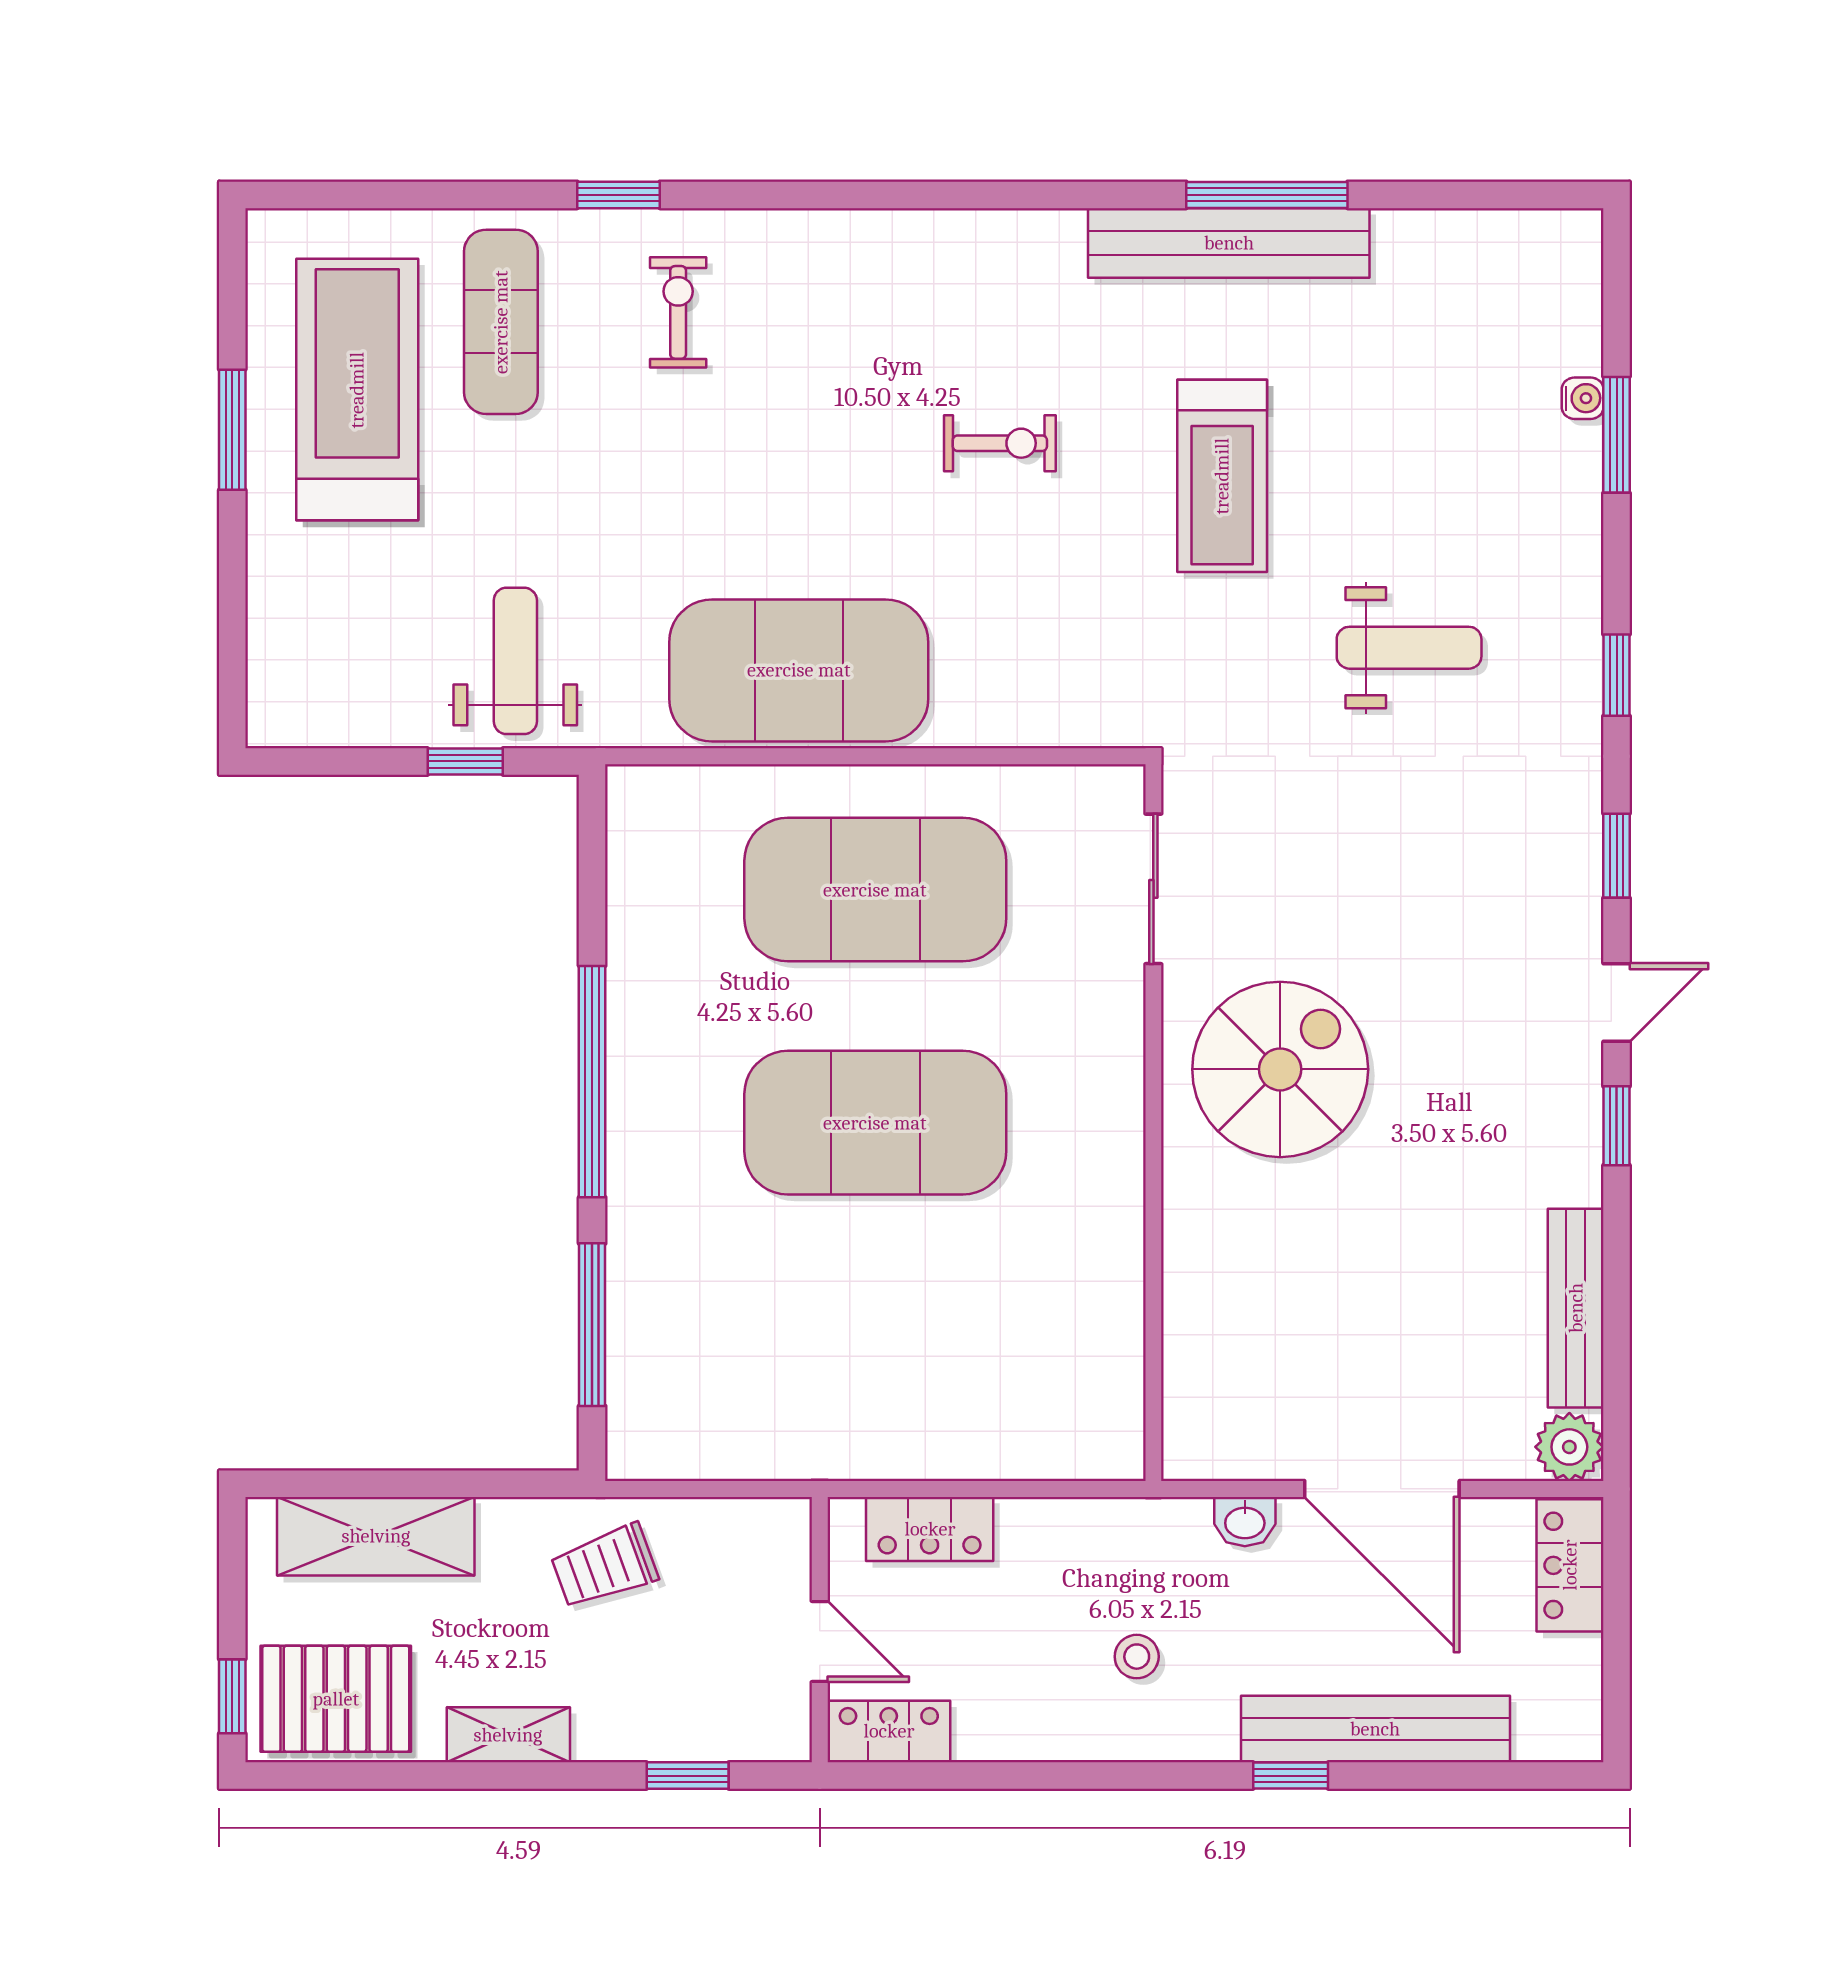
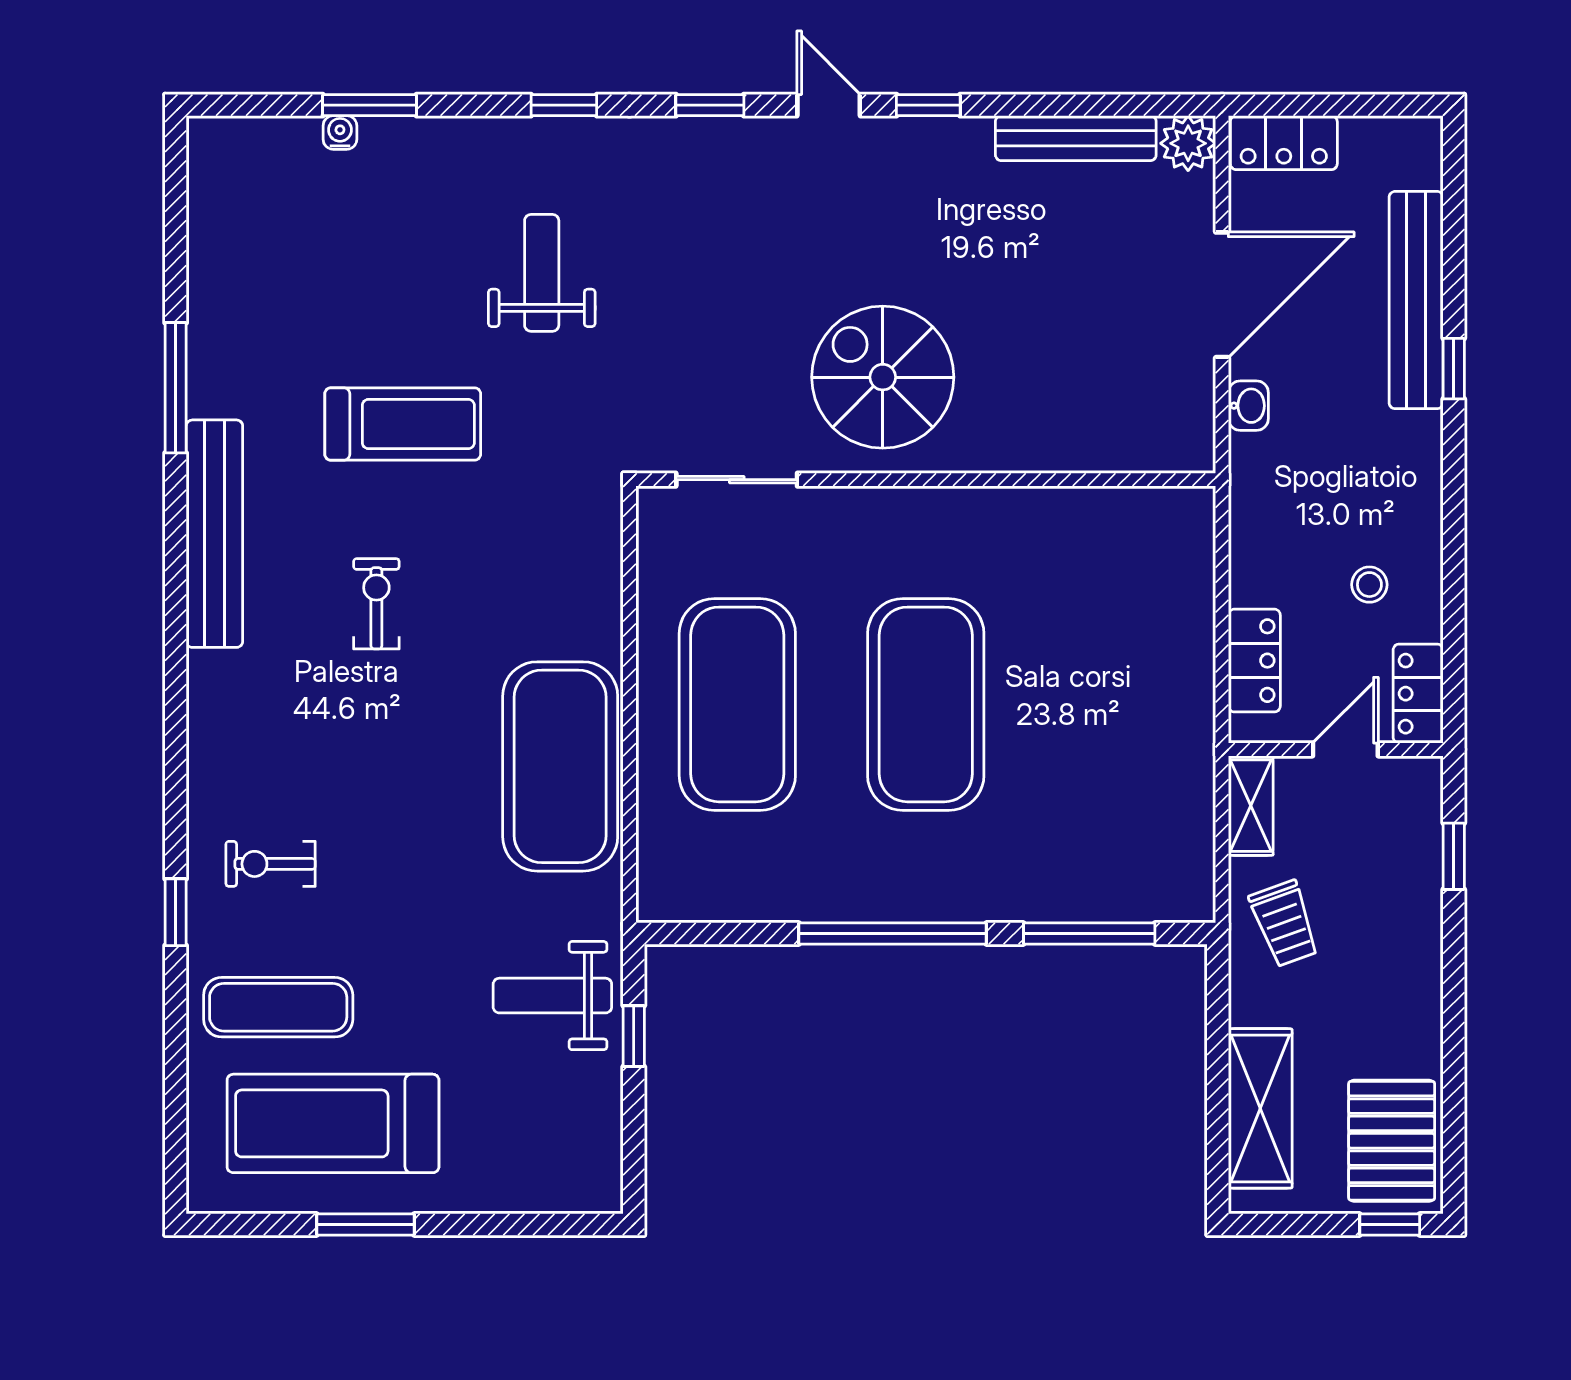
bench: (1229, 243) -> (214, 534), moved
stool: (1137, 1657) -> (1369, 585), moved
shelving: (508, 1735) -> (1251, 806), moved

